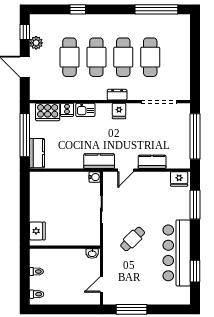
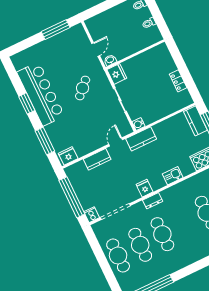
cafe table: (96, 57) -> (118, 255), moved
cooker: (67, 110) -> (92, 215), moved
locker: (35, 201) -> (178, 81), added
fridge: (37, 231) -> (117, 74), moved, turned 180
window: (195, 271) -> (27, 103), moved
door: (101, 284) -> (96, 50), moved

